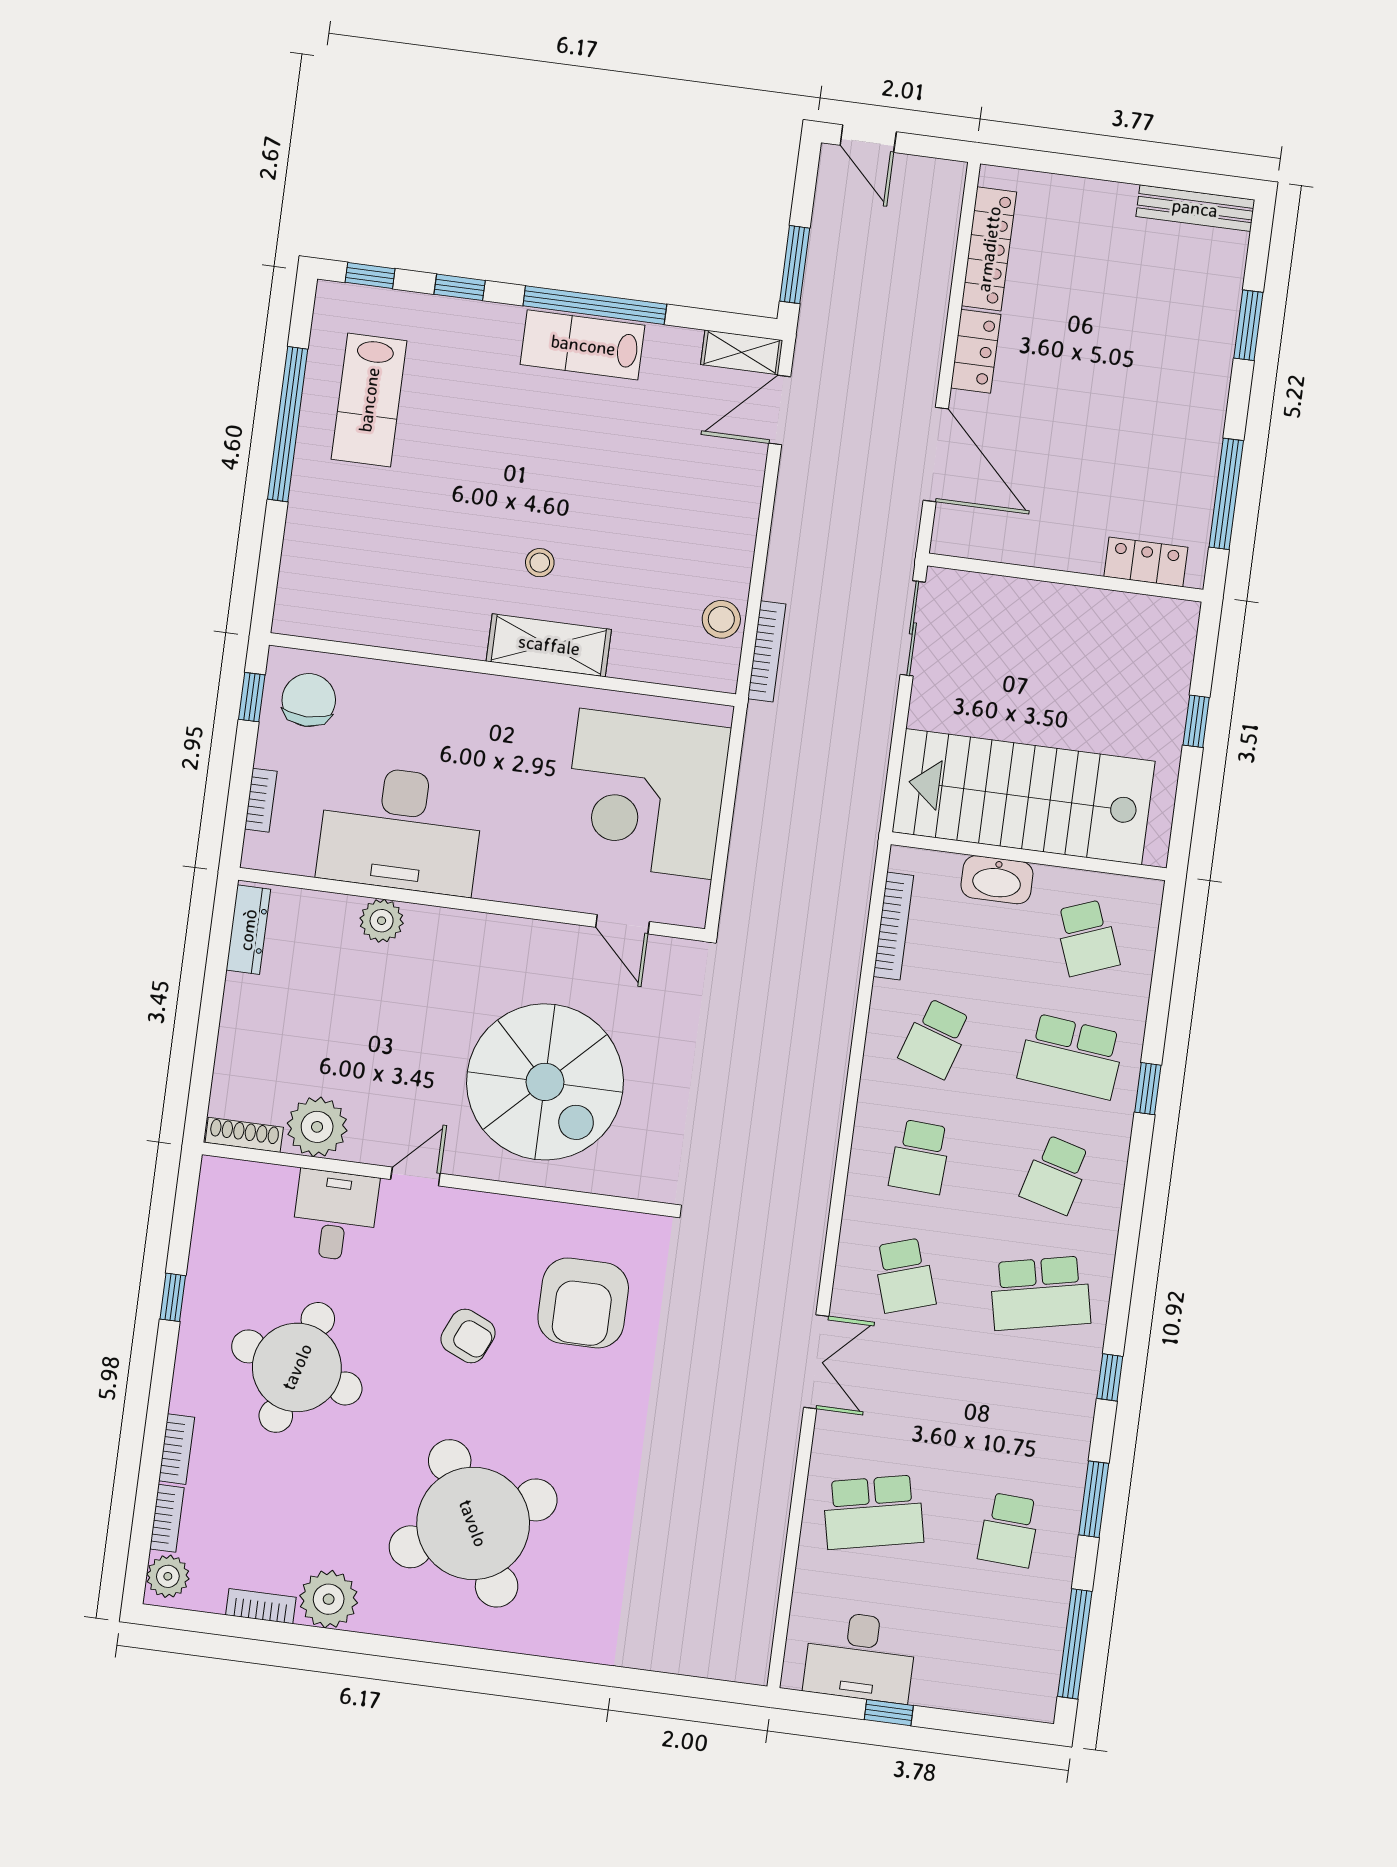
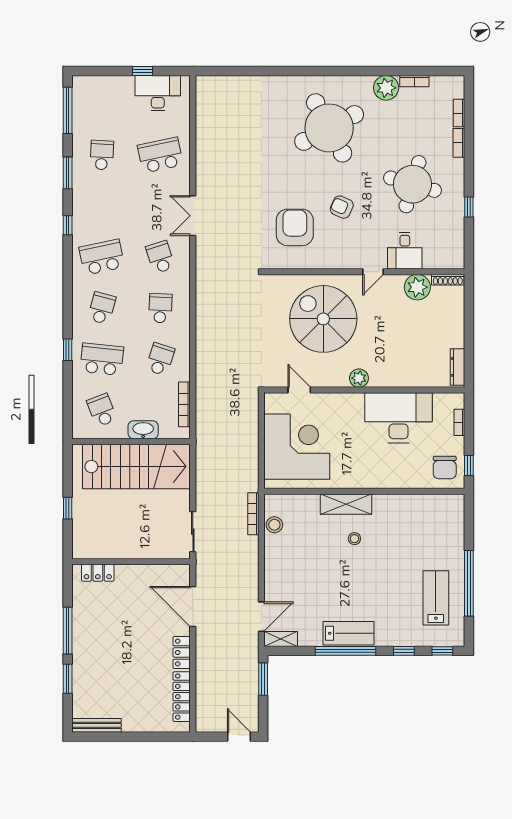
window: (1226, 494) -> (68, 631), moved
plant: (382, 921) -> (359, 378), moved
plant: (168, 1576) -> (455, 88), removed

